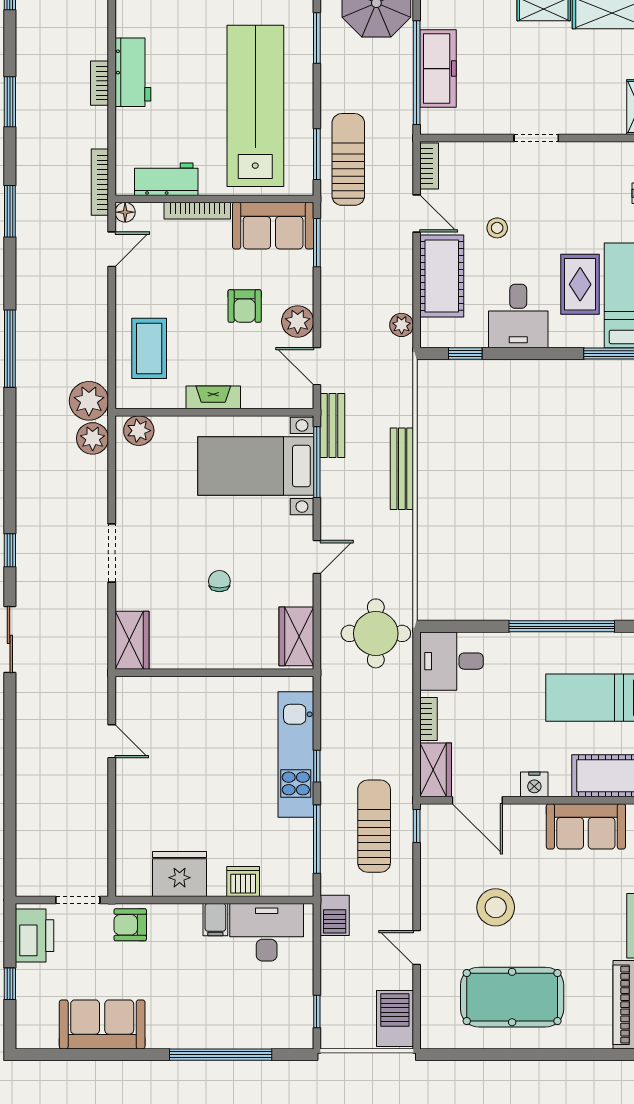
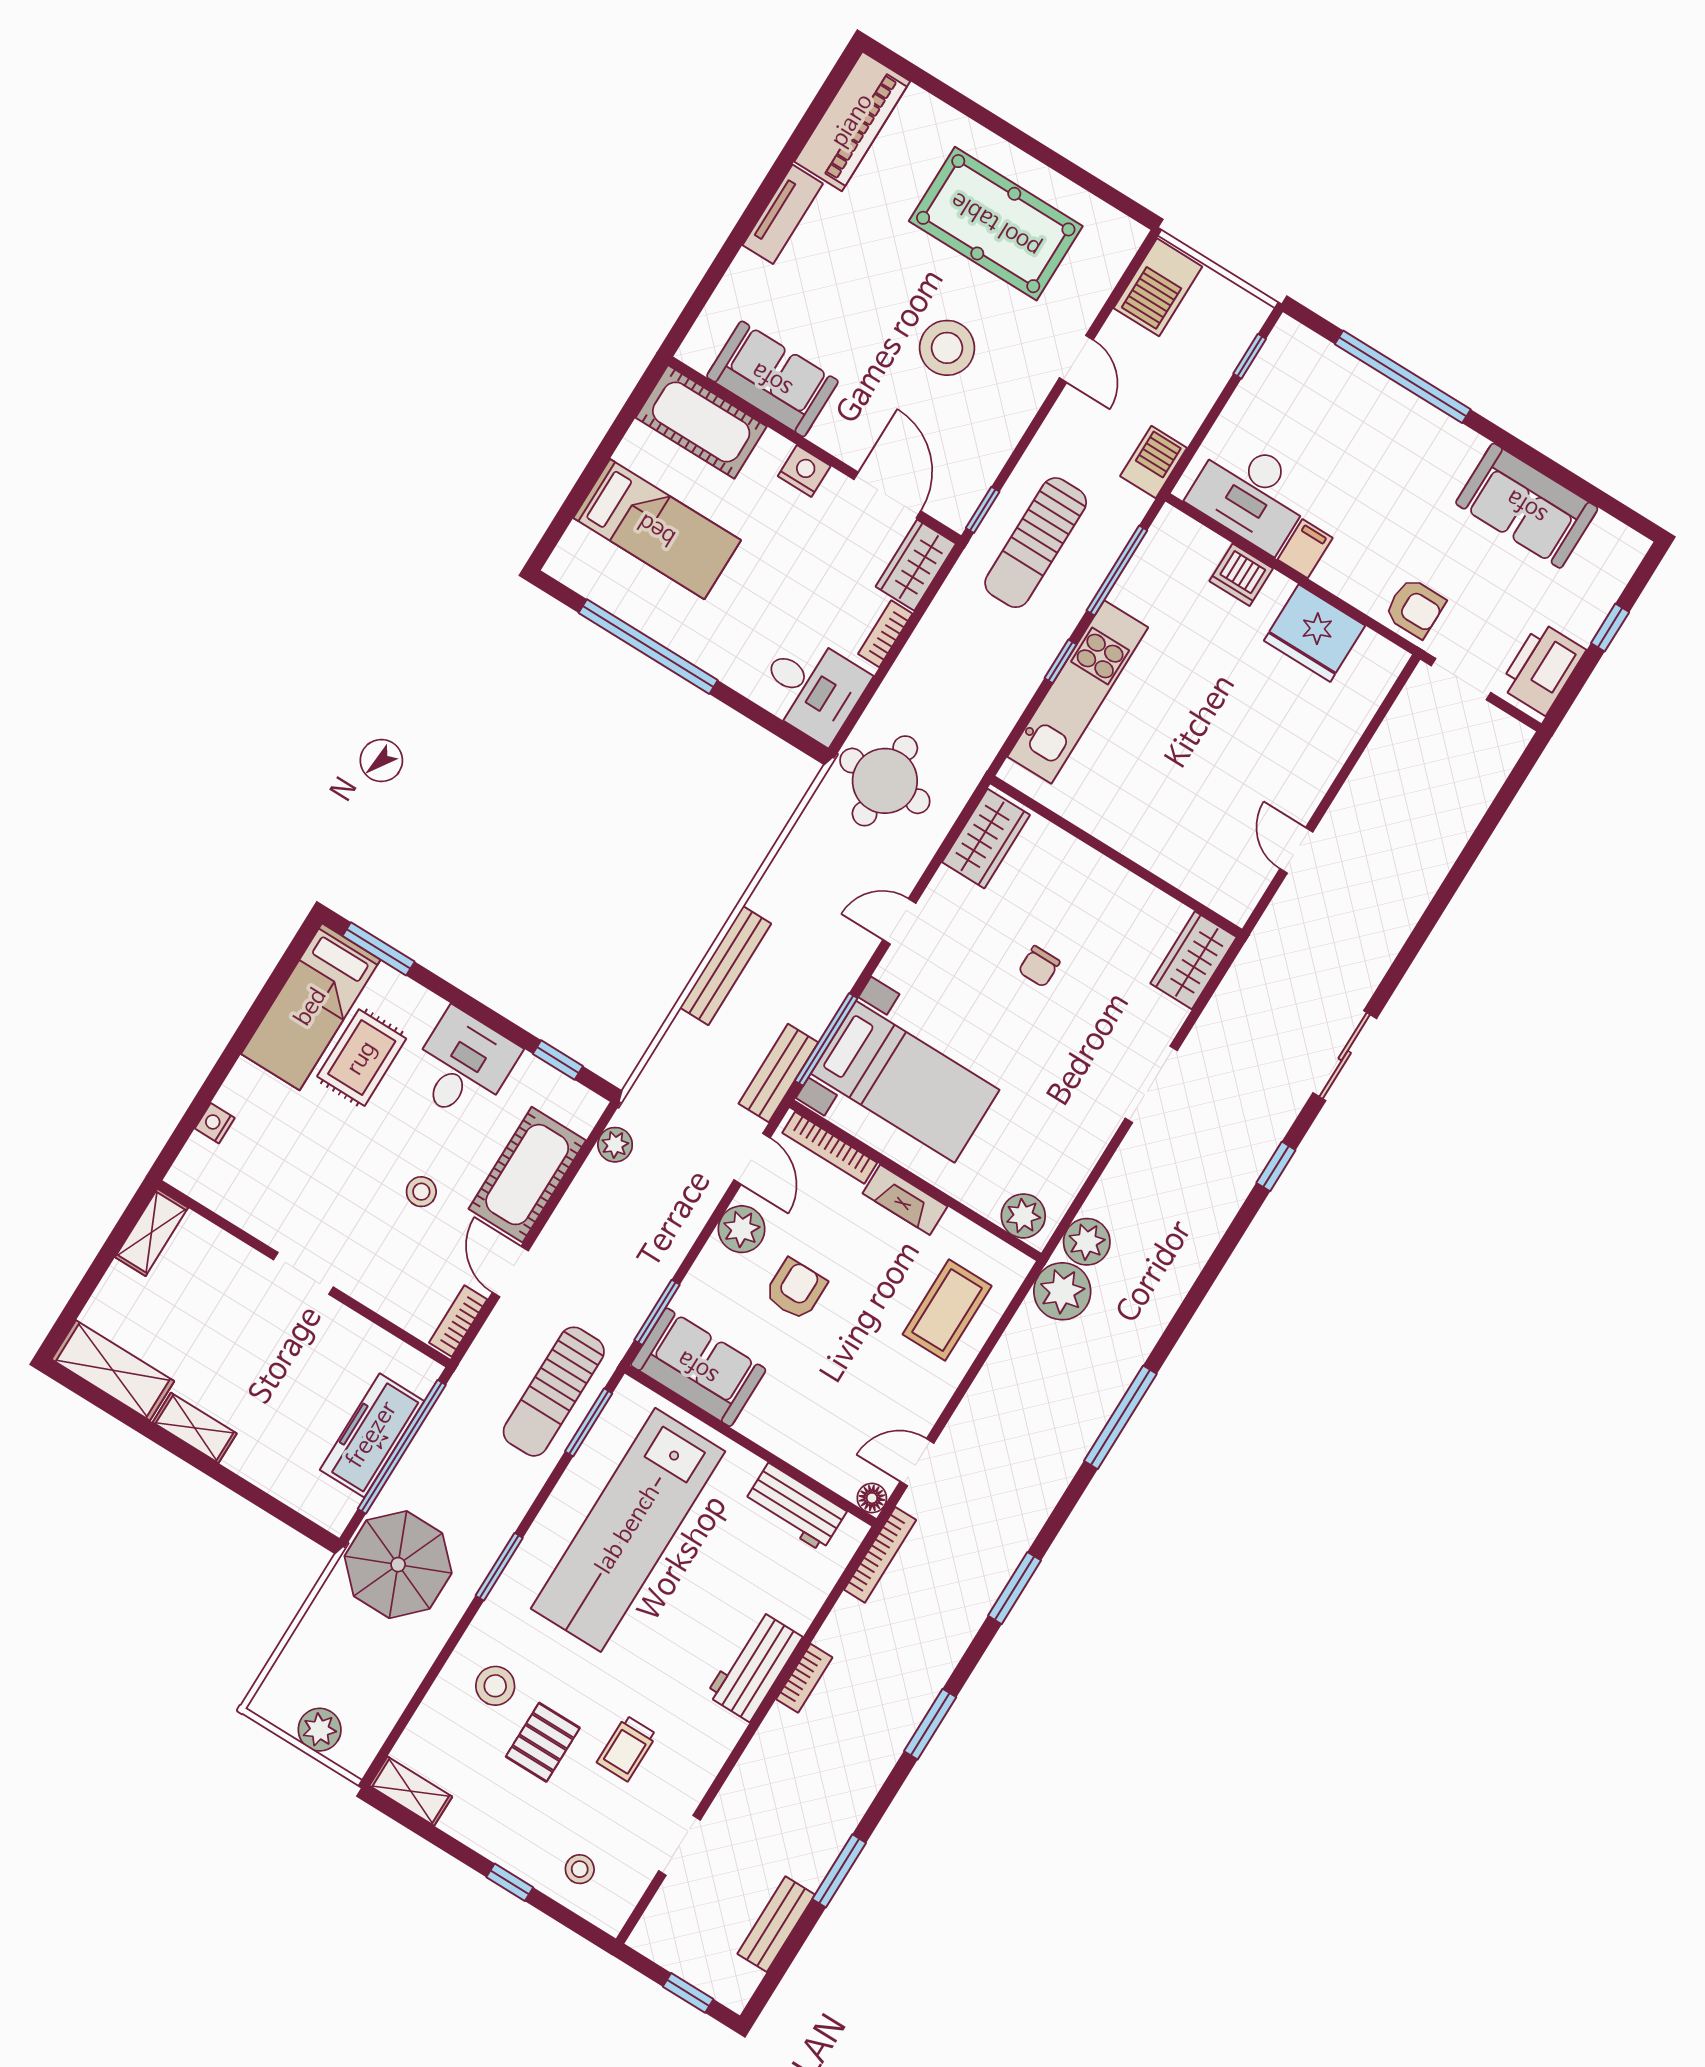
bookcase: (197, 211) -> (830, 1148), moved, turned 180

